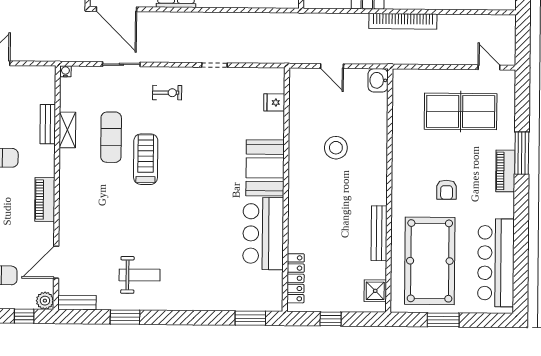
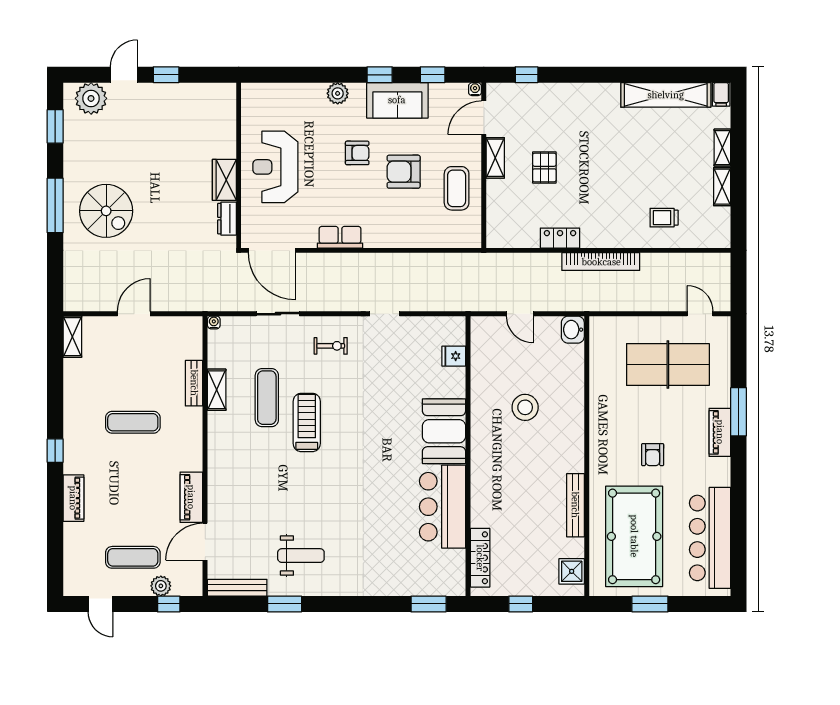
piano: (45, 200) -> (191, 497), moved
plant: (45, 301) -> (161, 586), moved
bench: (77, 302) -> (237, 588), width x1.36

